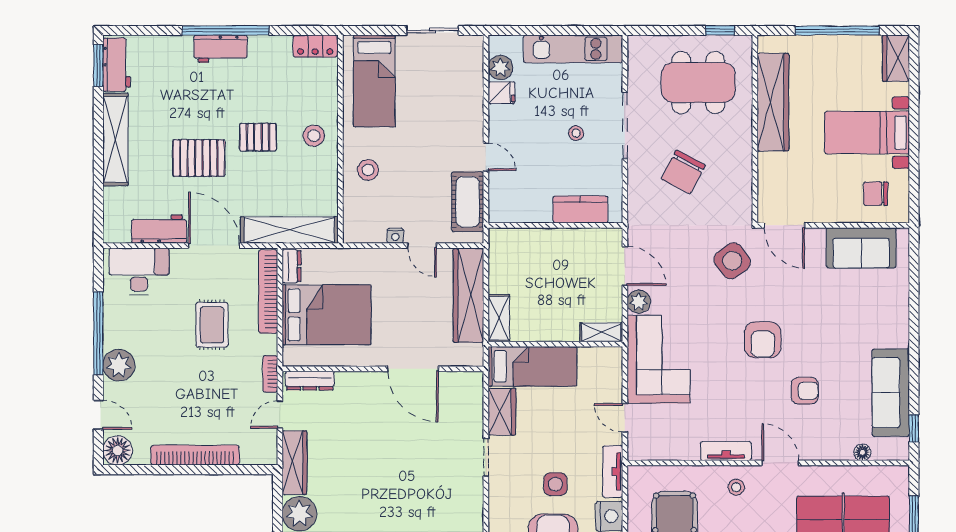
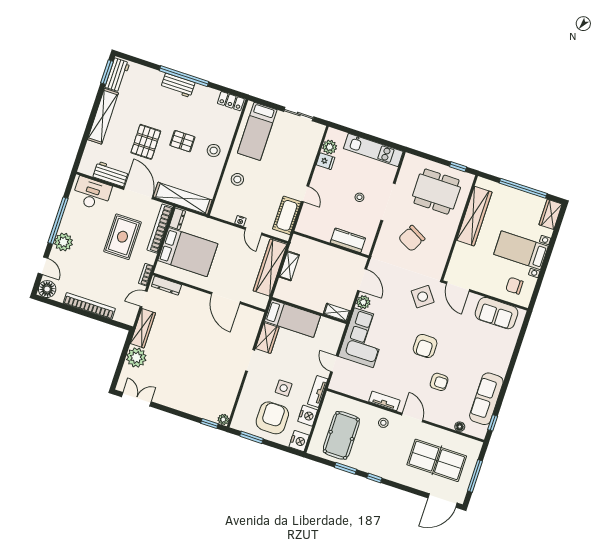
pallet: (199, 158) -> (146, 142), turned 90
shelving: (499, 318) -> (289, 266), moved
rug: (212, 325) -> (122, 237), width x1.36, depth x1.43

